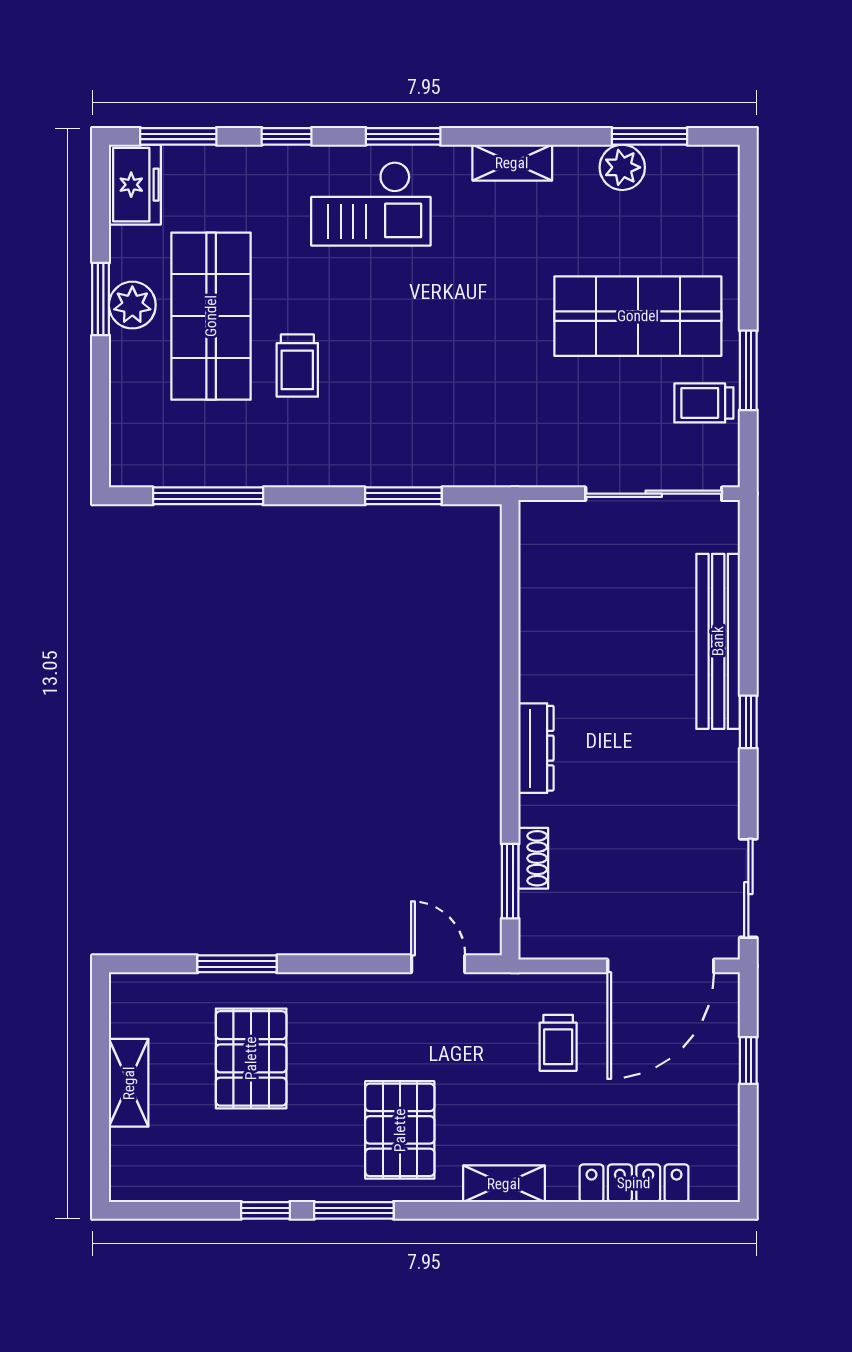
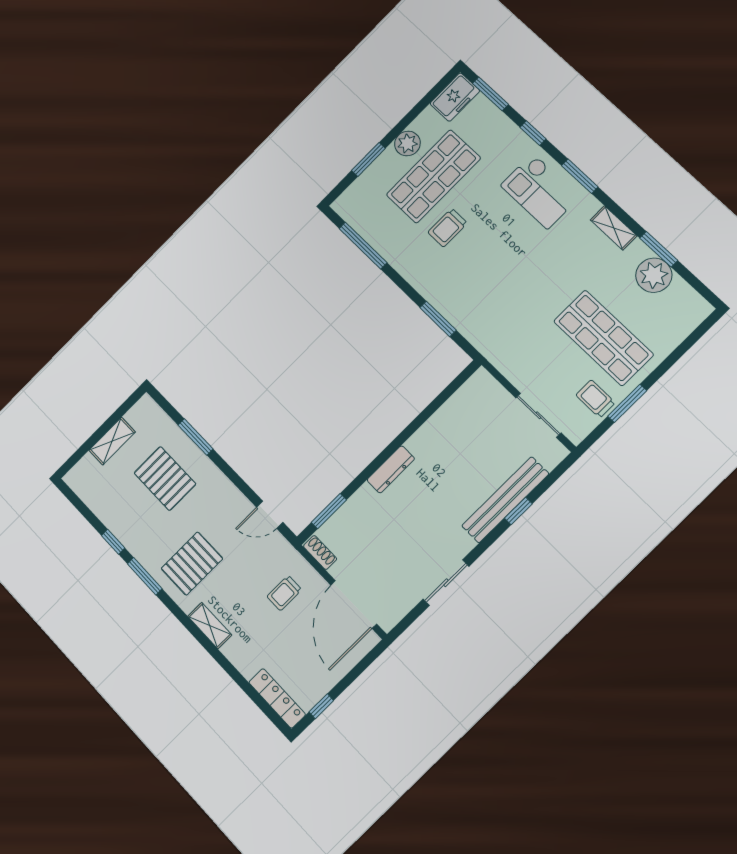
window: (650, 136) -> (659, 249), moved
plant: (622, 167) -> (654, 275), width x1.36, depth x1.36
window: (101, 299) -> (368, 159), moved
sliding door: (654, 494) -> (538, 415), width x0.73
window: (748, 722) -> (518, 511), moved
shoe rack: (533, 858) -> (320, 553), moved, turned -90
sliding door: (748, 888) -> (446, 583), moved
door: (438, 964) -> (270, 515), swing flipped
door: (661, 966) -> (354, 604), hinge flipped
pallet: (251, 1058) -> (165, 478), turned 90
window: (748, 1060) -> (321, 706), moved
locker: (634, 1183) -> (277, 698), moved

